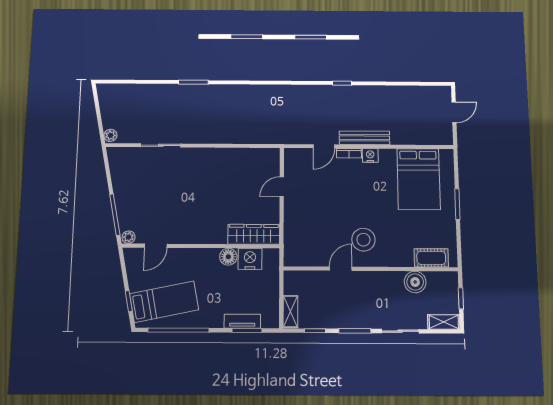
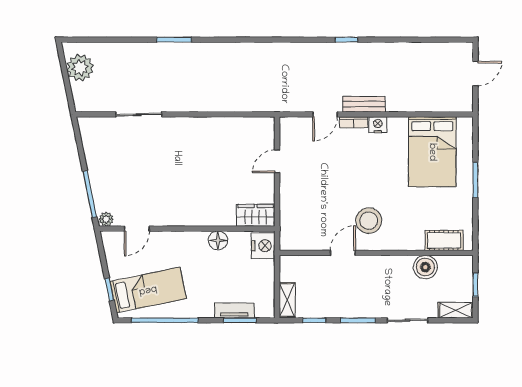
plant: (110, 135) -> (80, 68), moved, width x1.87, depth x1.87
bench: (364, 138) -> (364, 104), width x0.73
wardrobe: (254, 234) -> (256, 215), width x0.67
nightstand: (250, 259) -> (263, 246), moved, turned 90

